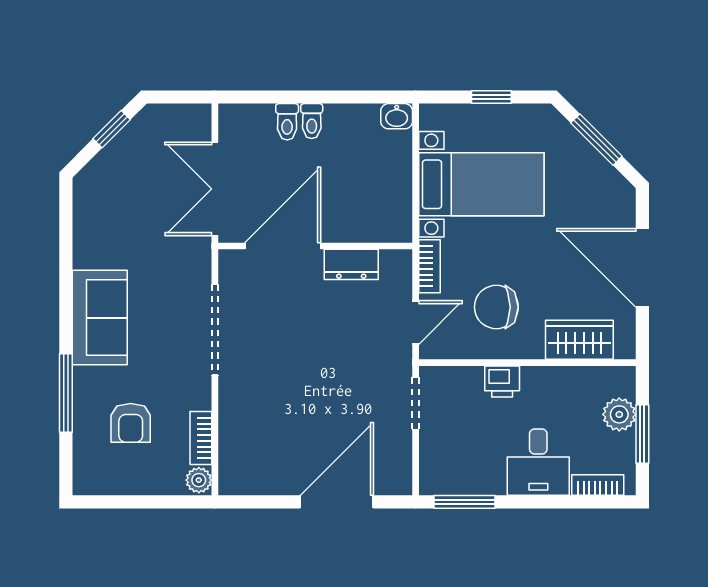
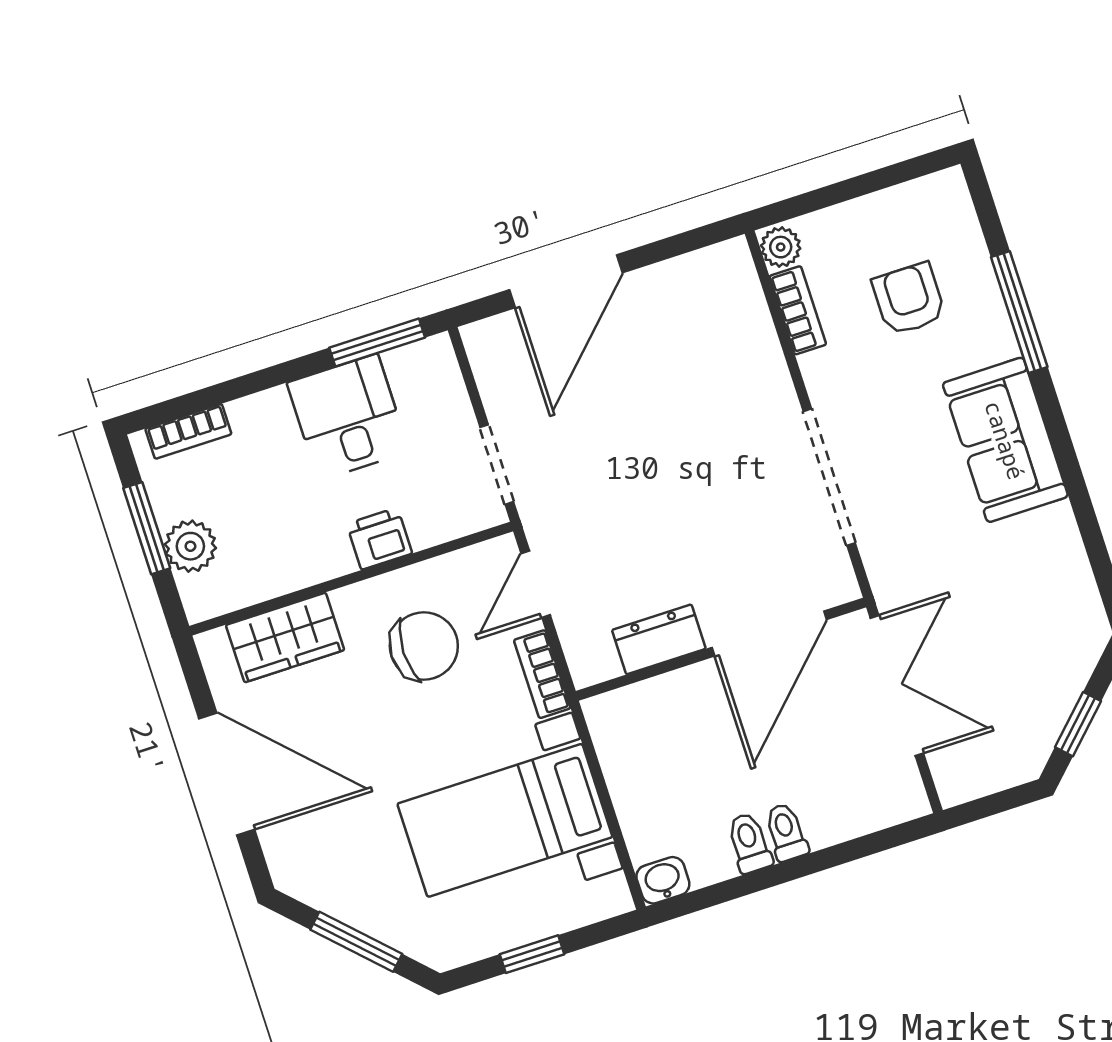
toilet: (287, 122) -> (749, 843), moved
desk: (538, 462) -> (348, 417), moved

